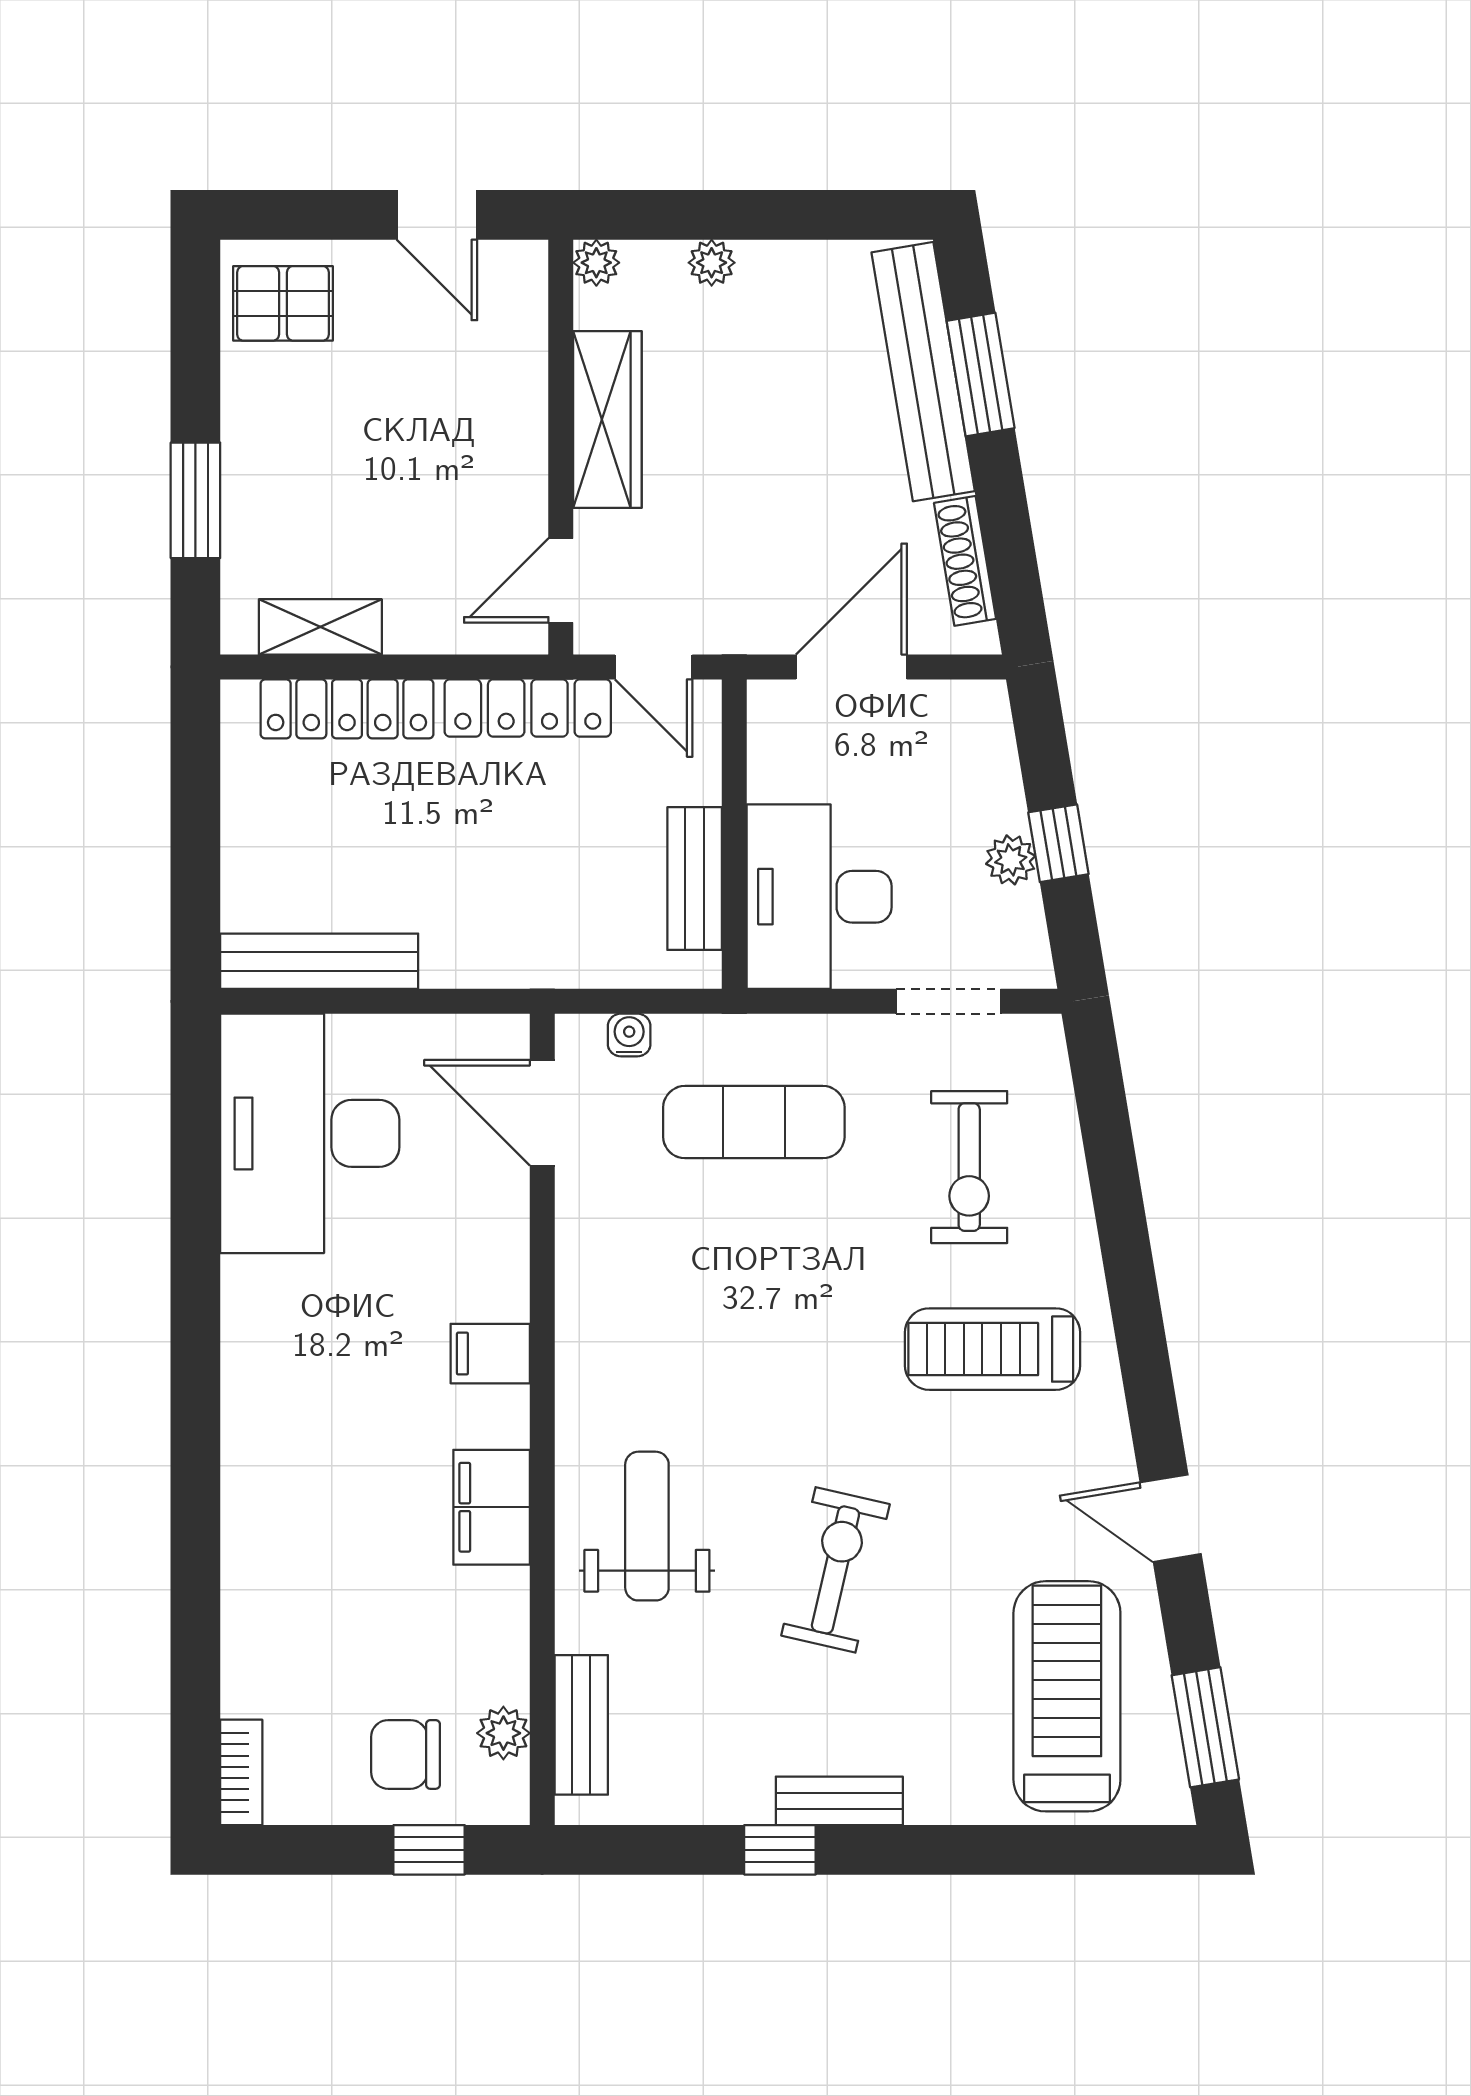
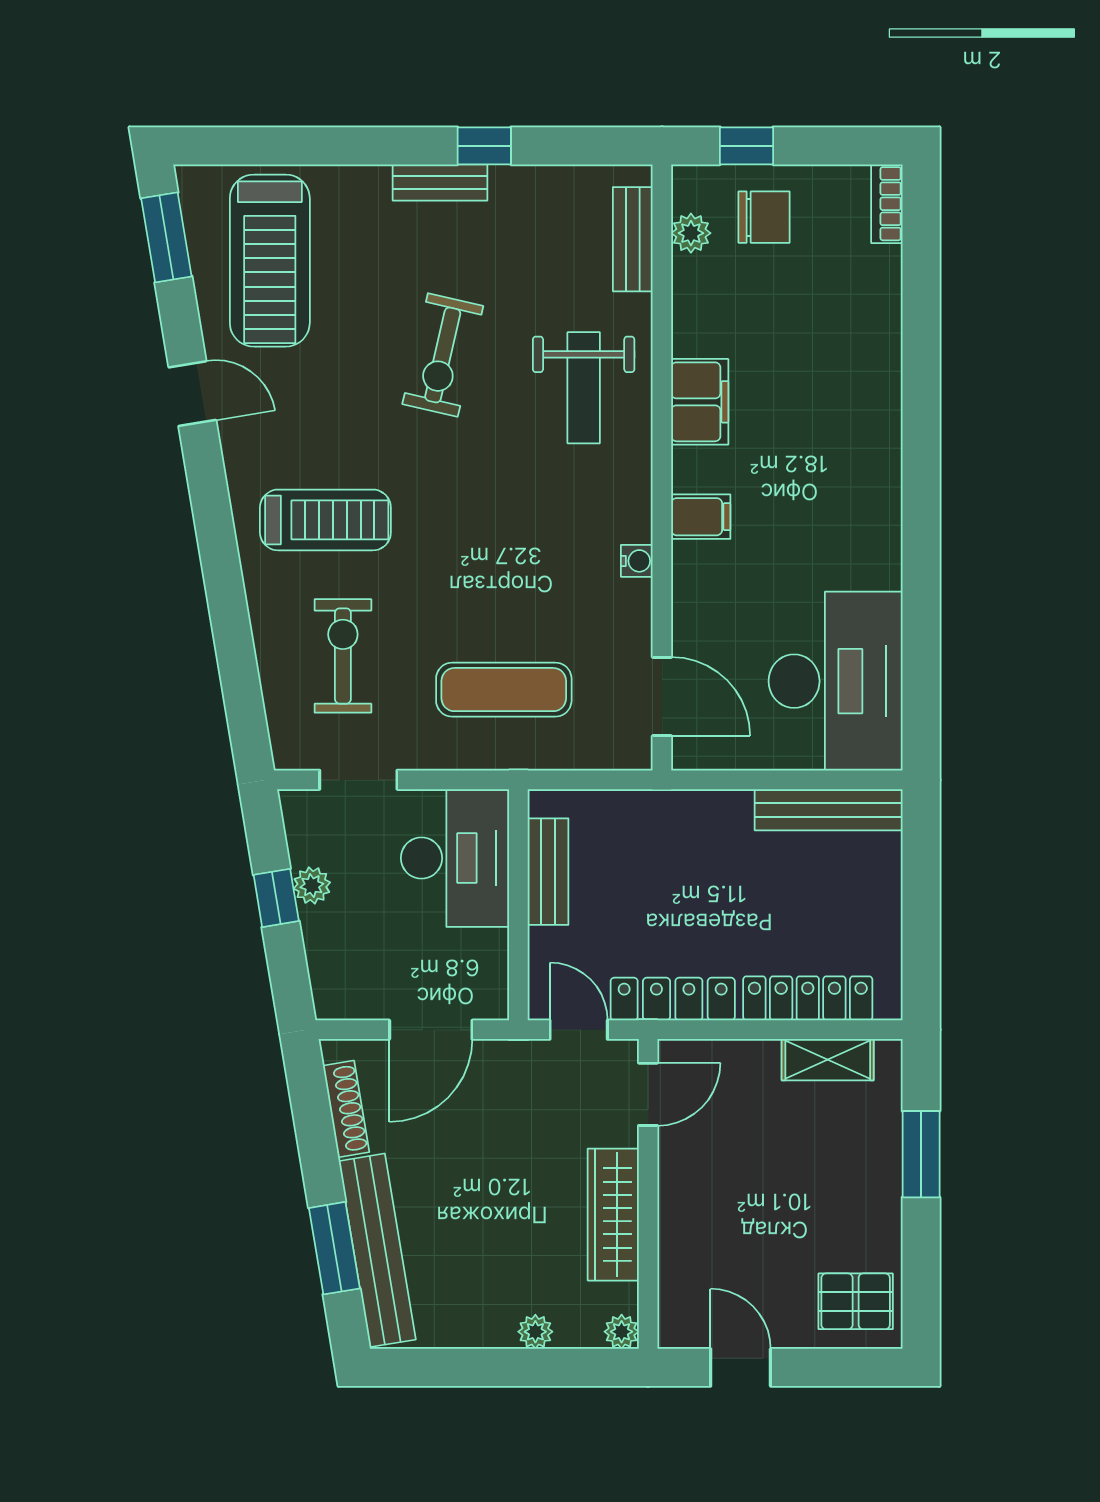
water cooler: (629, 1035) -> (637, 561), moved, turned -90

